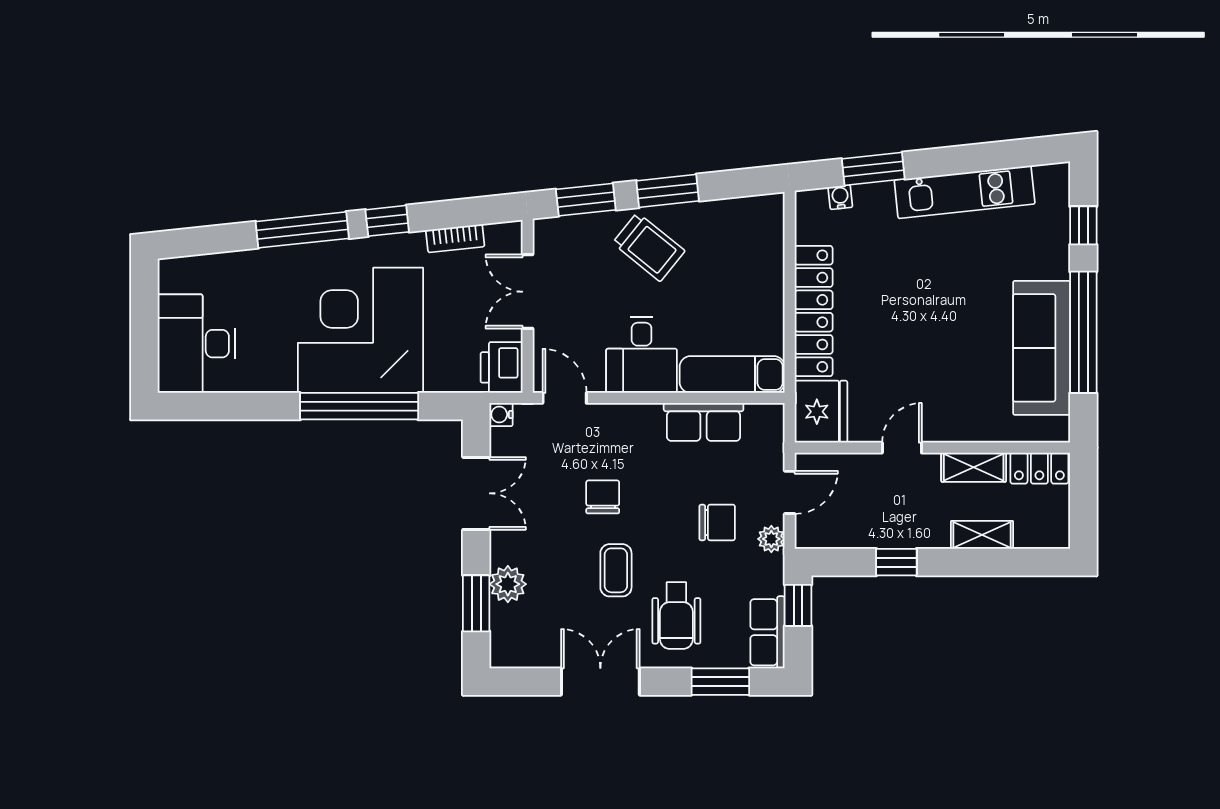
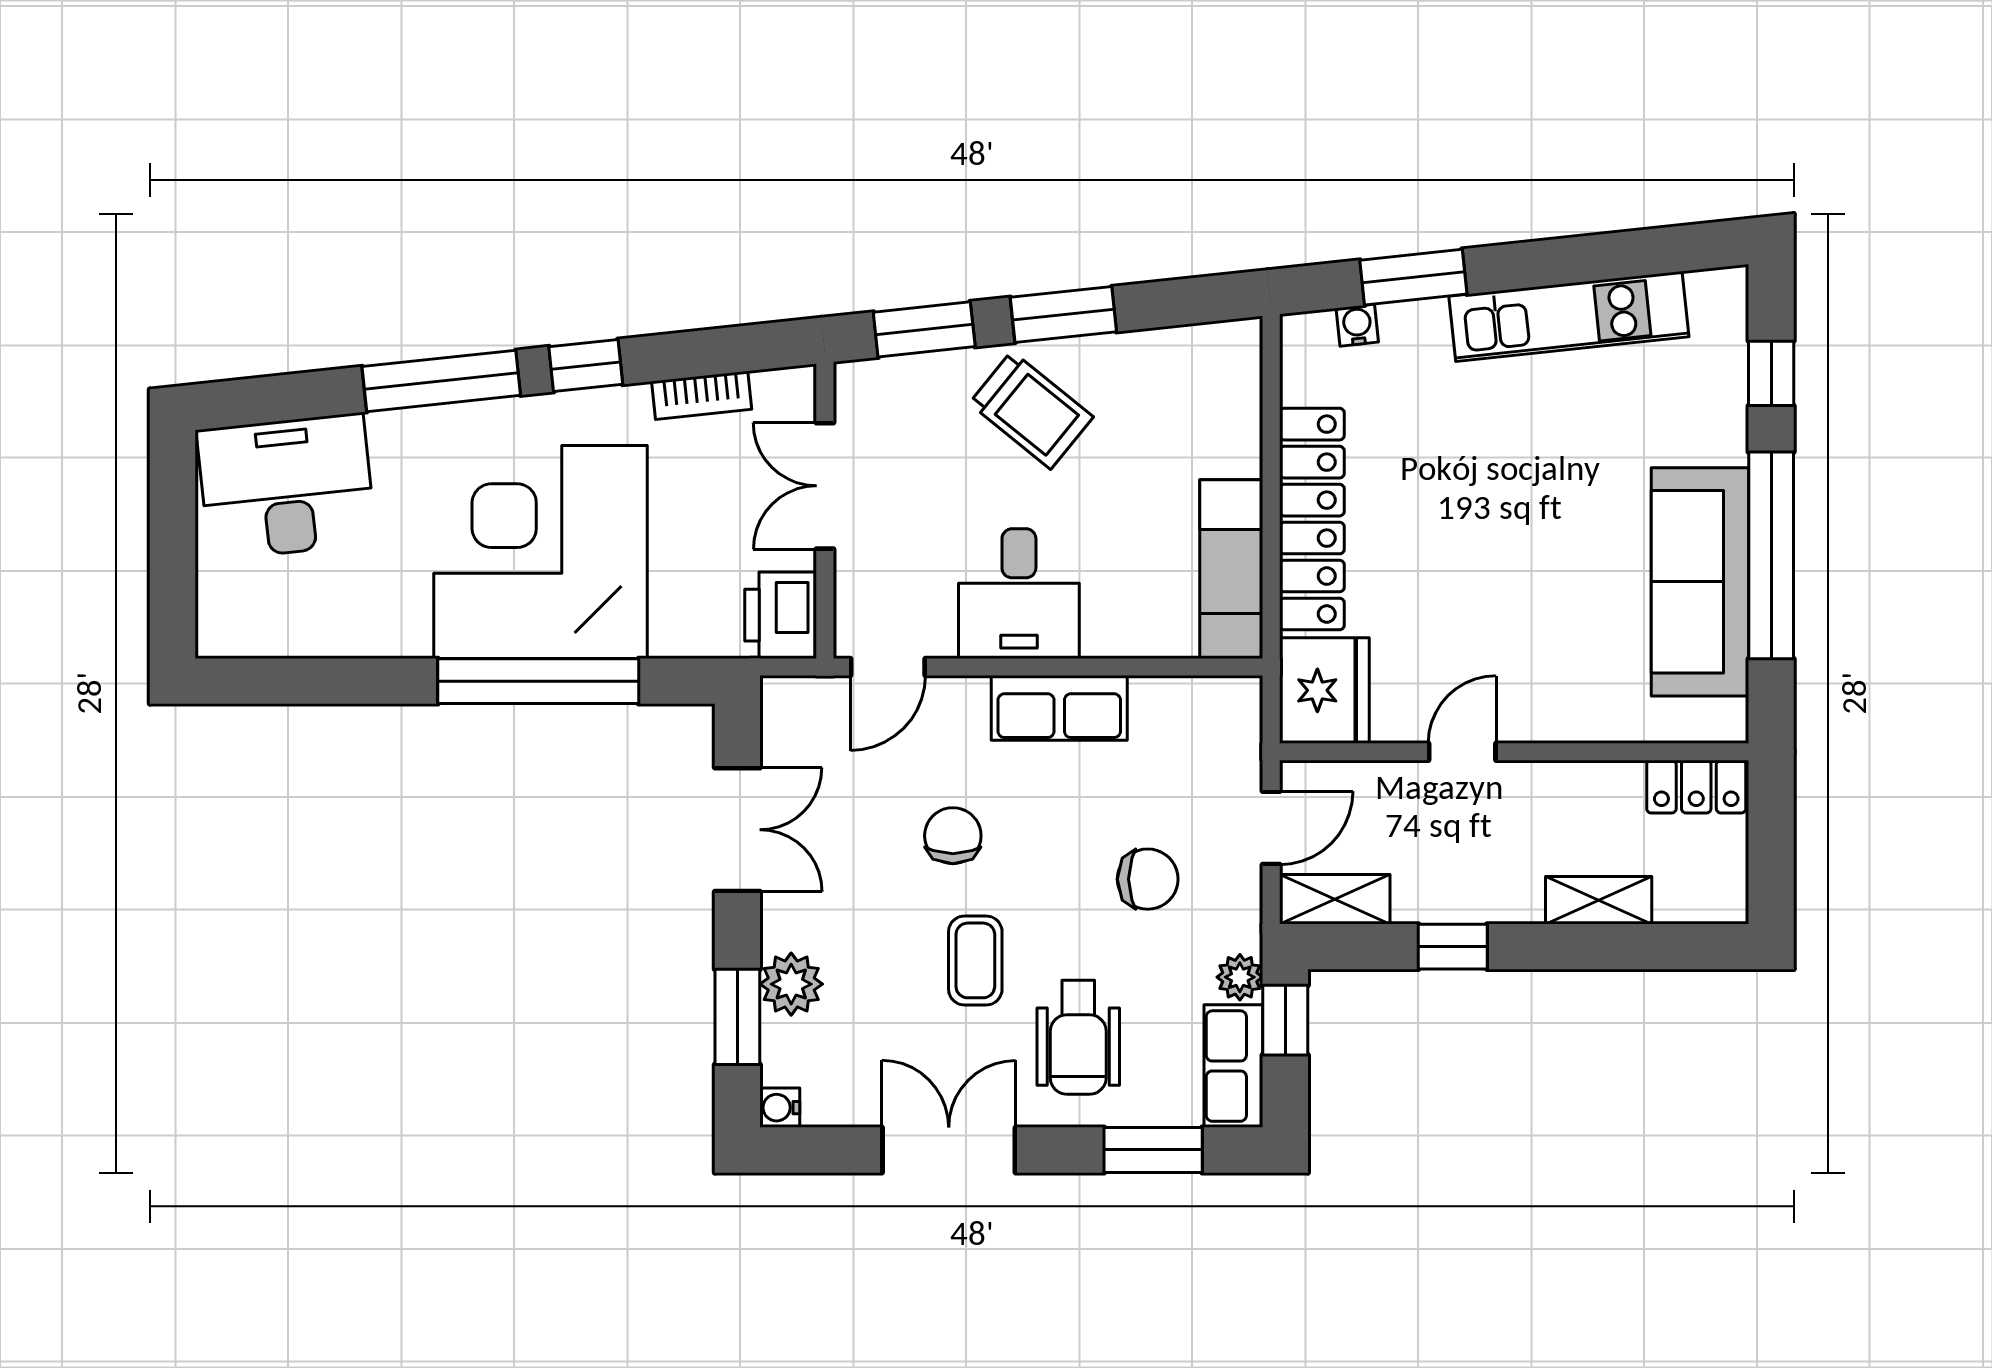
desk: (196, 344) -> (286, 487), moved, turned 84
exam couch: (732, 375) -> (1231, 569), moved, turned -90
door: (565, 398) -> (888, 667), swing flipped
water cooler: (501, 415) -> (780, 1108), moved
row of seats: (704, 422) -> (1059, 708), moved
shelving: (974, 467) -> (1335, 899), moved
plant: (771, 539) -> (1240, 977), moved

